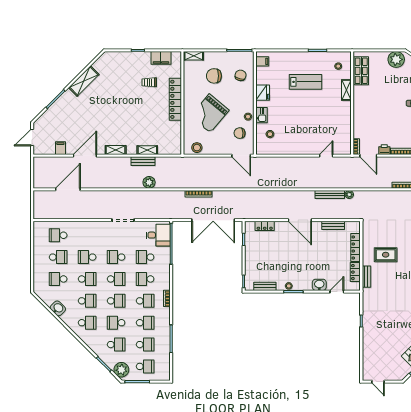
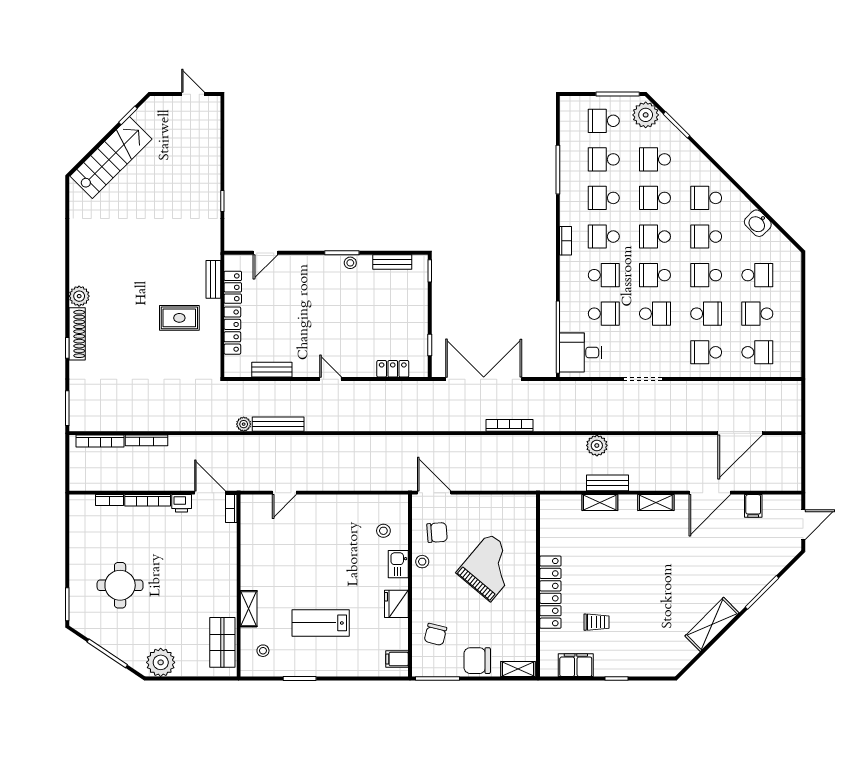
chair: (214, 76) -> (477, 661), moved, turned 180
stool: (197, 148) -> (512, 507), removed
door: (300, 220) -> (331, 379), width x0.53
school desk: (87, 235) -> (706, 352), added
washbasin: (319, 285) -> (296, 265), removed
school desk: (116, 323) -> (655, 198), turned 180

